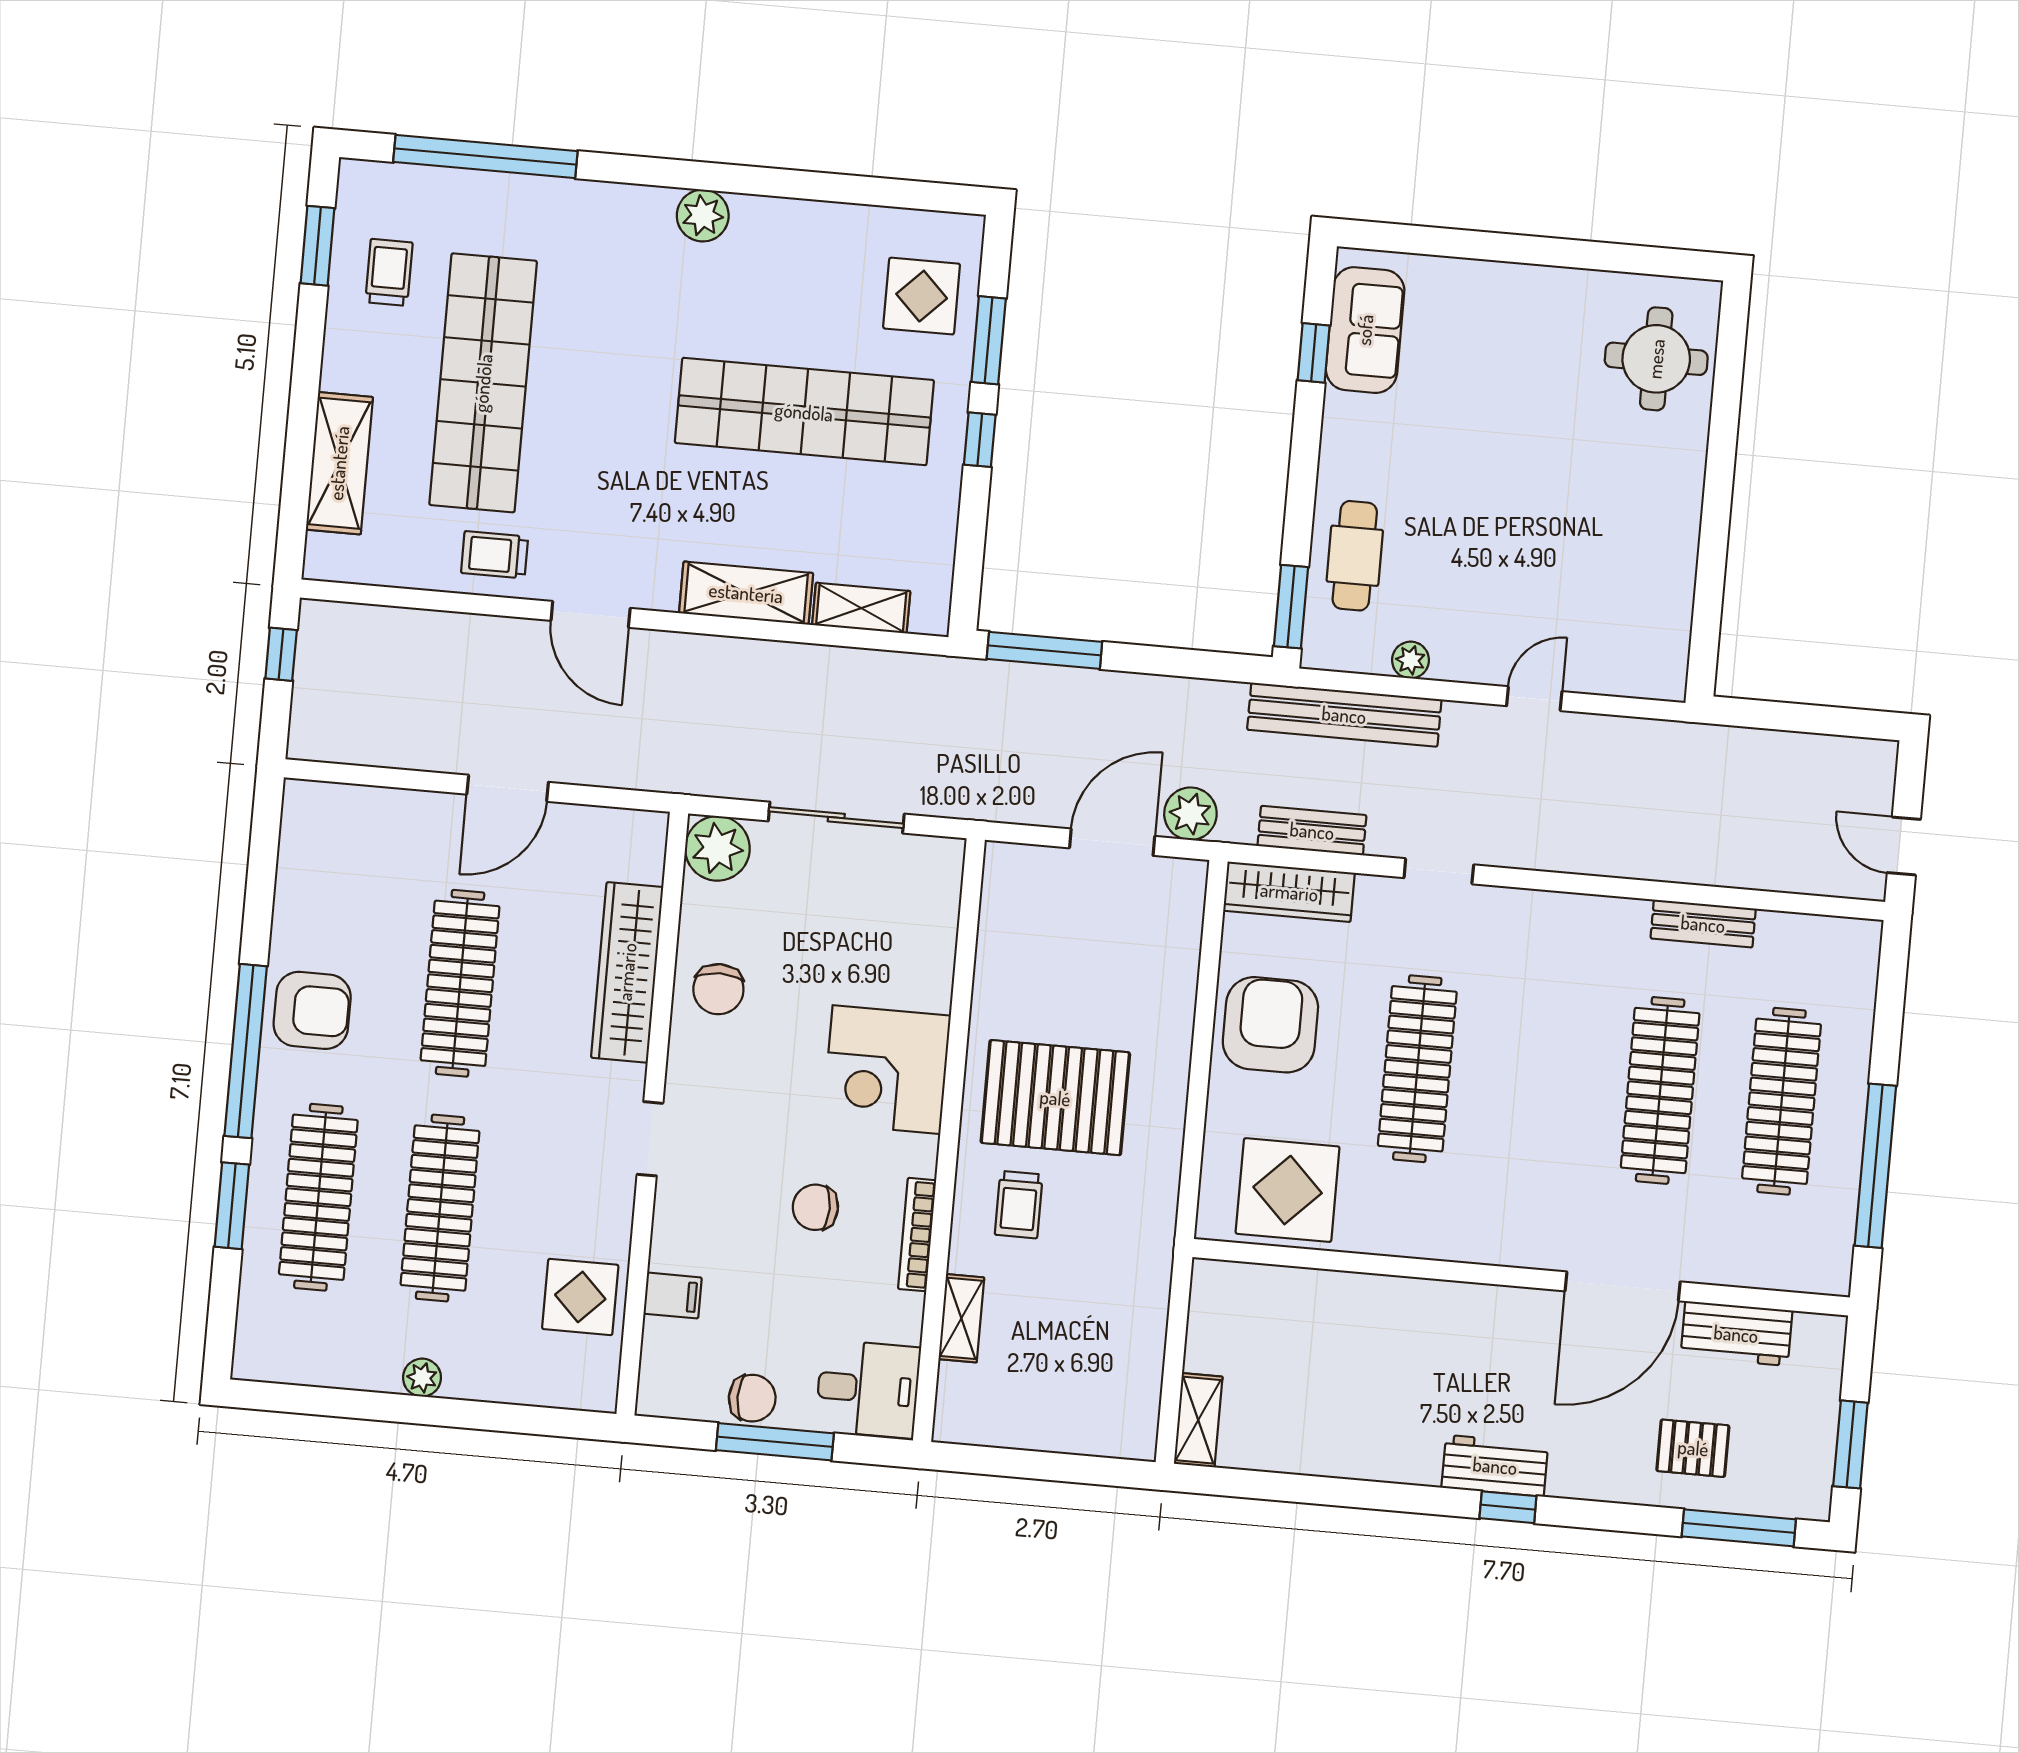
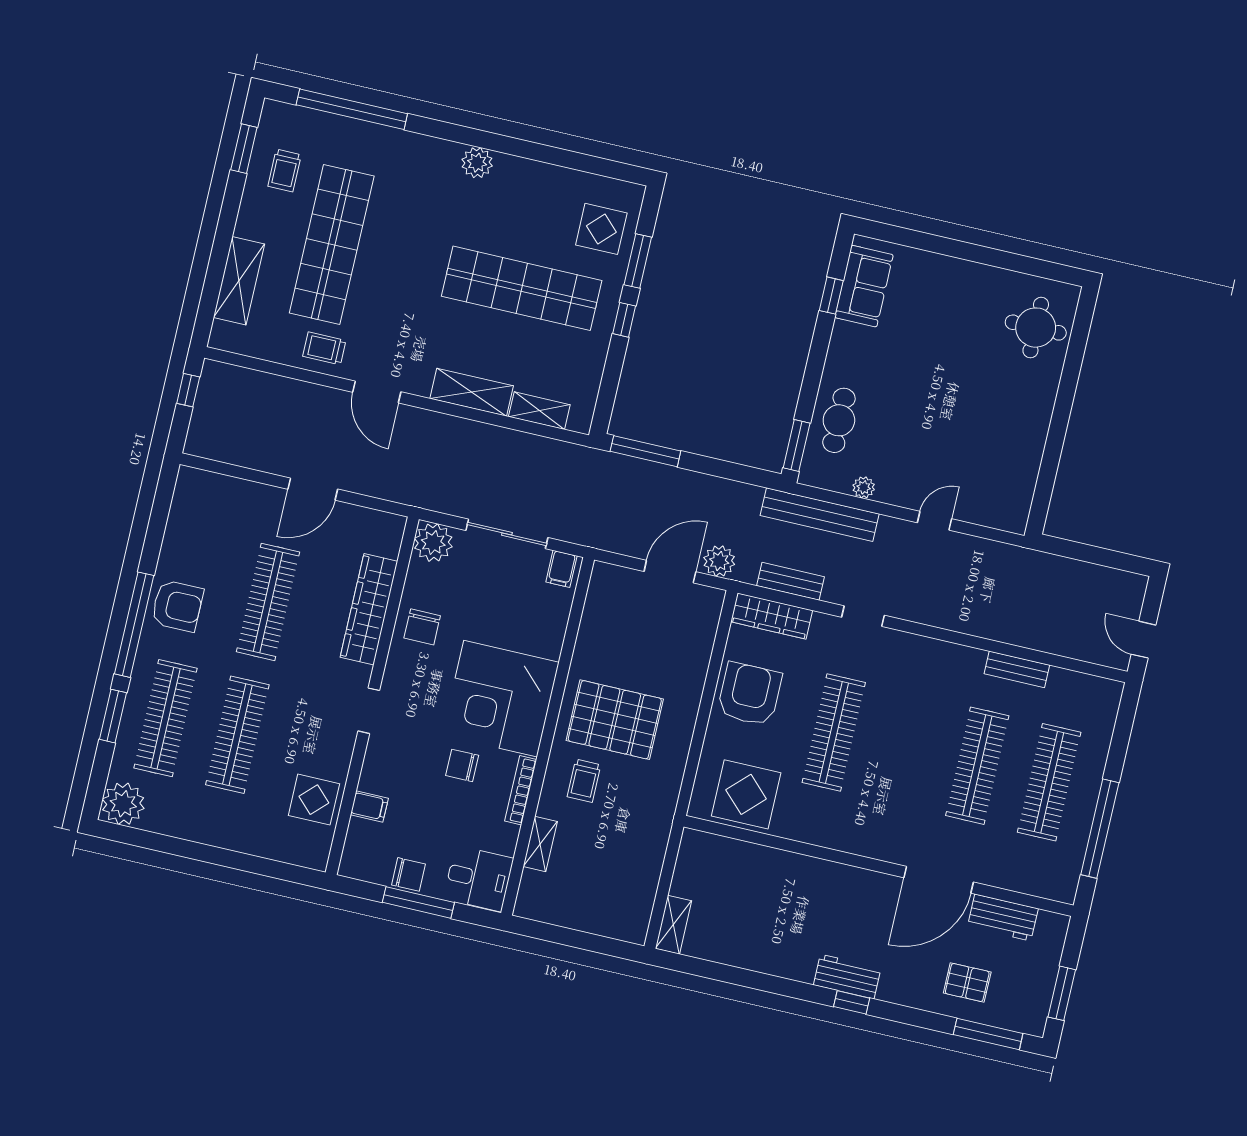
trolley: (389, 272) -> (285, 171), turned 180
filing cabinet: (934, 863) -> (561, 569), added
corner desk: (886, 1070) -> (501, 699), width x1.36, depth x1.36
plant: (422, 1378) -> (123, 804), moved, width x1.87, depth x1.87

